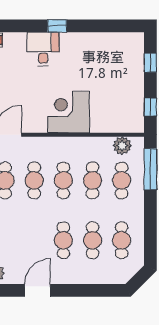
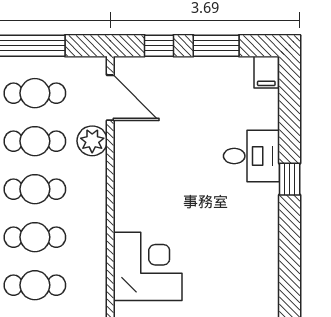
corner desk: (68, 112) -> (148, 266), moved
plant: (122, 146) -> (92, 141), moved

